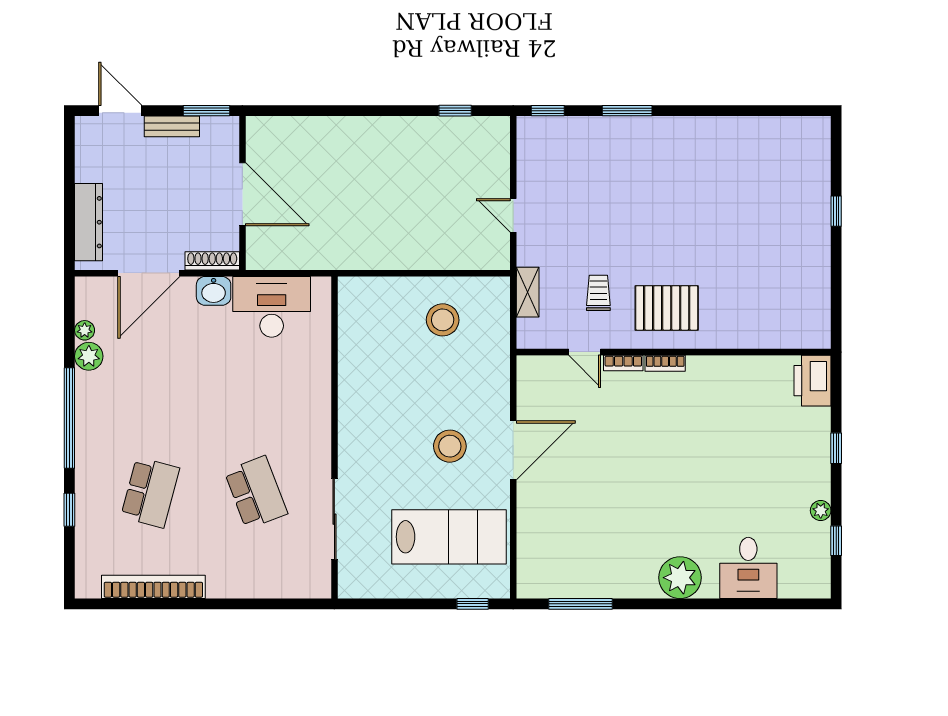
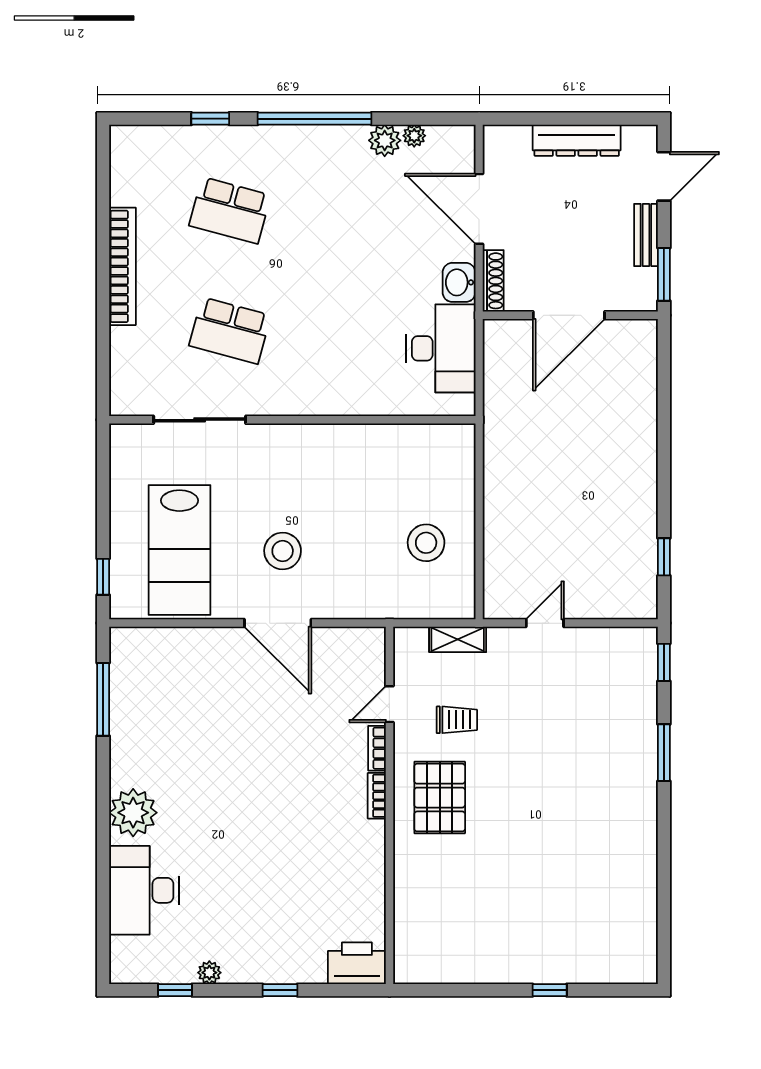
dresser: (89, 222) -> (577, 140), moved
school desk: (256, 492) -> (230, 330), turned 36
desk: (748, 568) -> (144, 890), width x1.37
bookcase: (153, 587) -> (122, 266), moved

